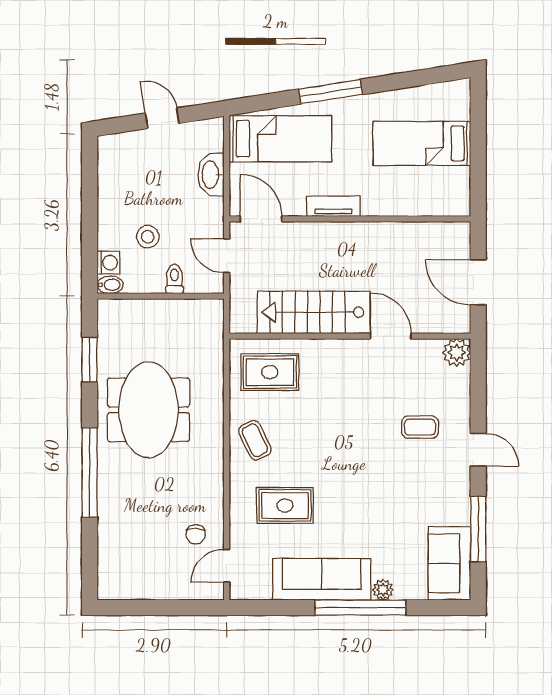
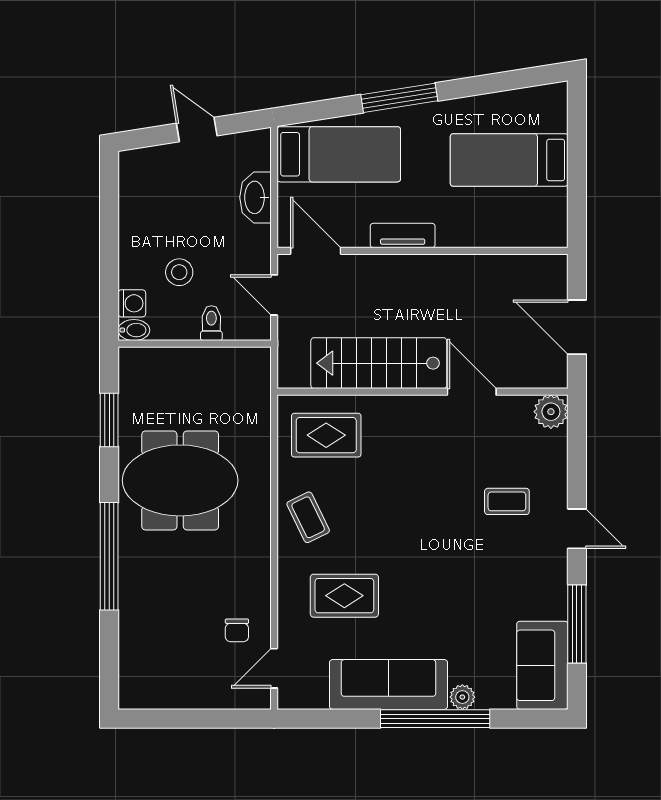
meeting table: (148, 410) -> (180, 480), turned 90

